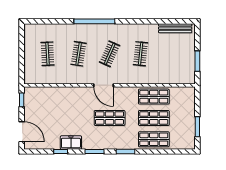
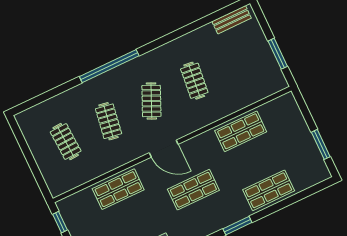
bench: (175, 28) -> (232, 20), width x0.73
shop shelf: (154, 118) -> (118, 189), moved

